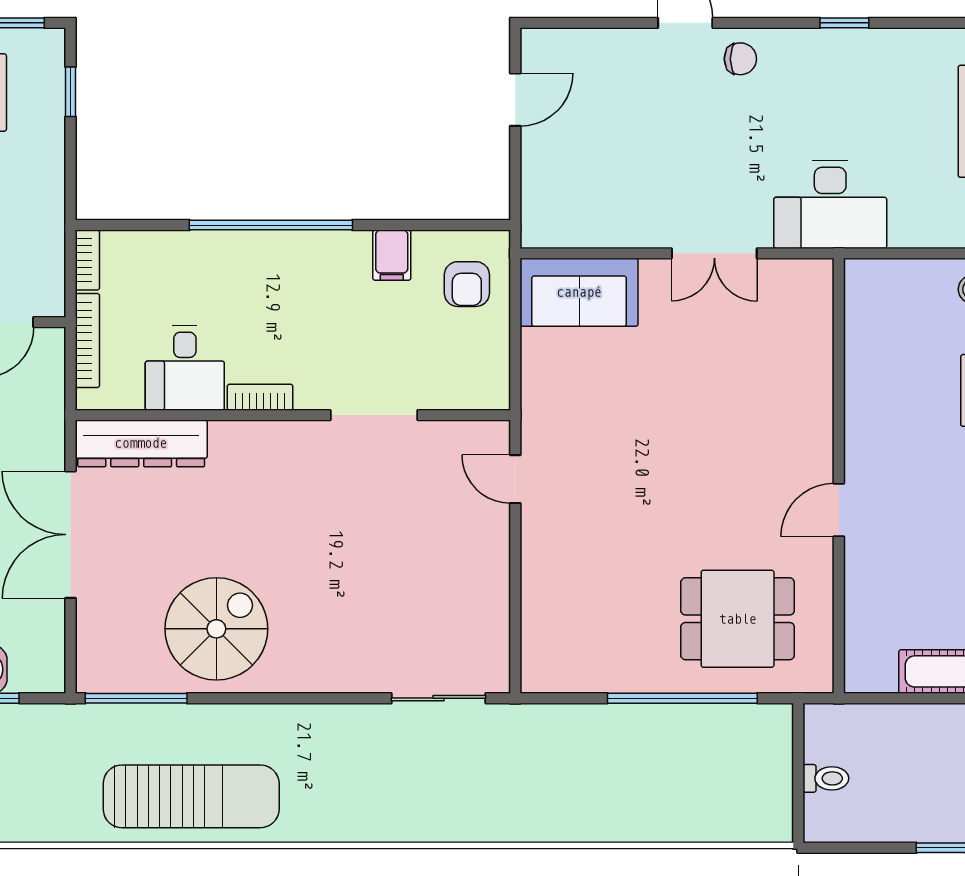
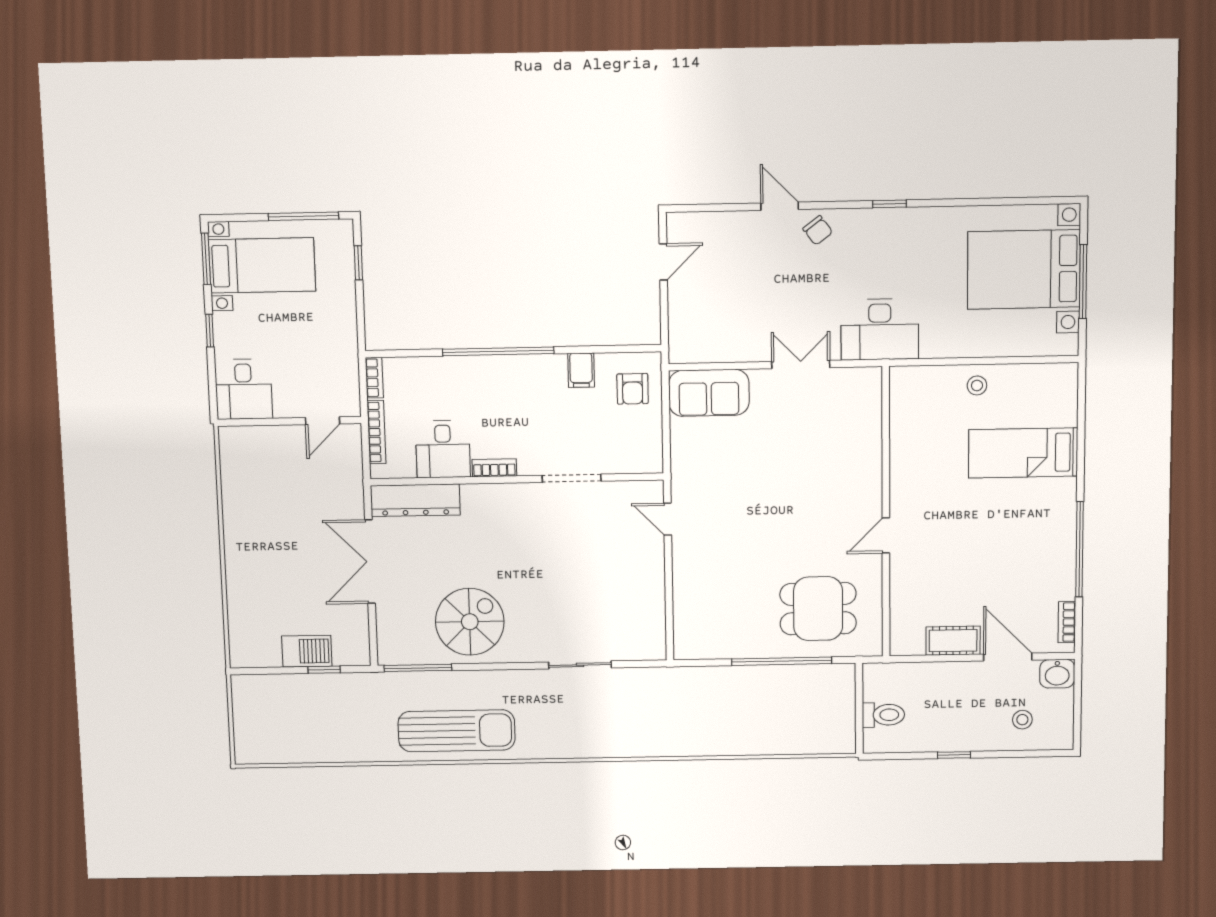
chair: (740, 59) -> (818, 230), turned 53
double door: (714, 253) -> (801, 365), swing flipped
sliding door: (438, 698) -> (580, 665), moved
toilet: (826, 778) -> (883, 715), width x1.37, depth x1.39

